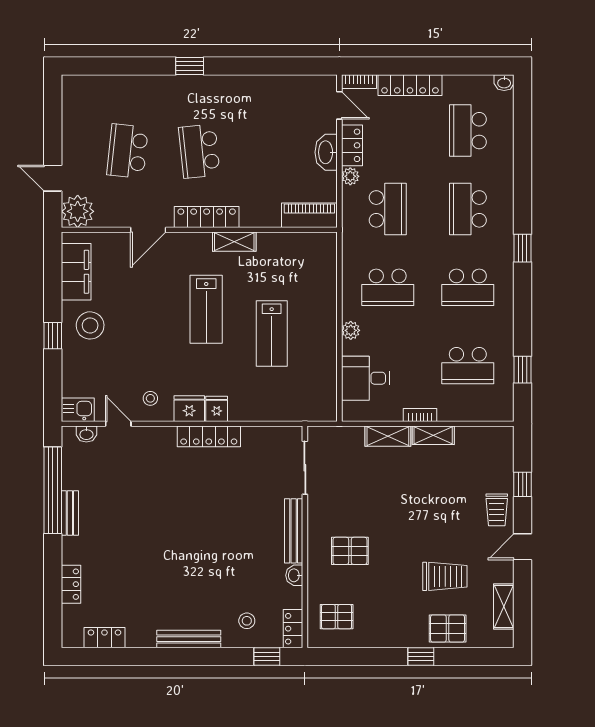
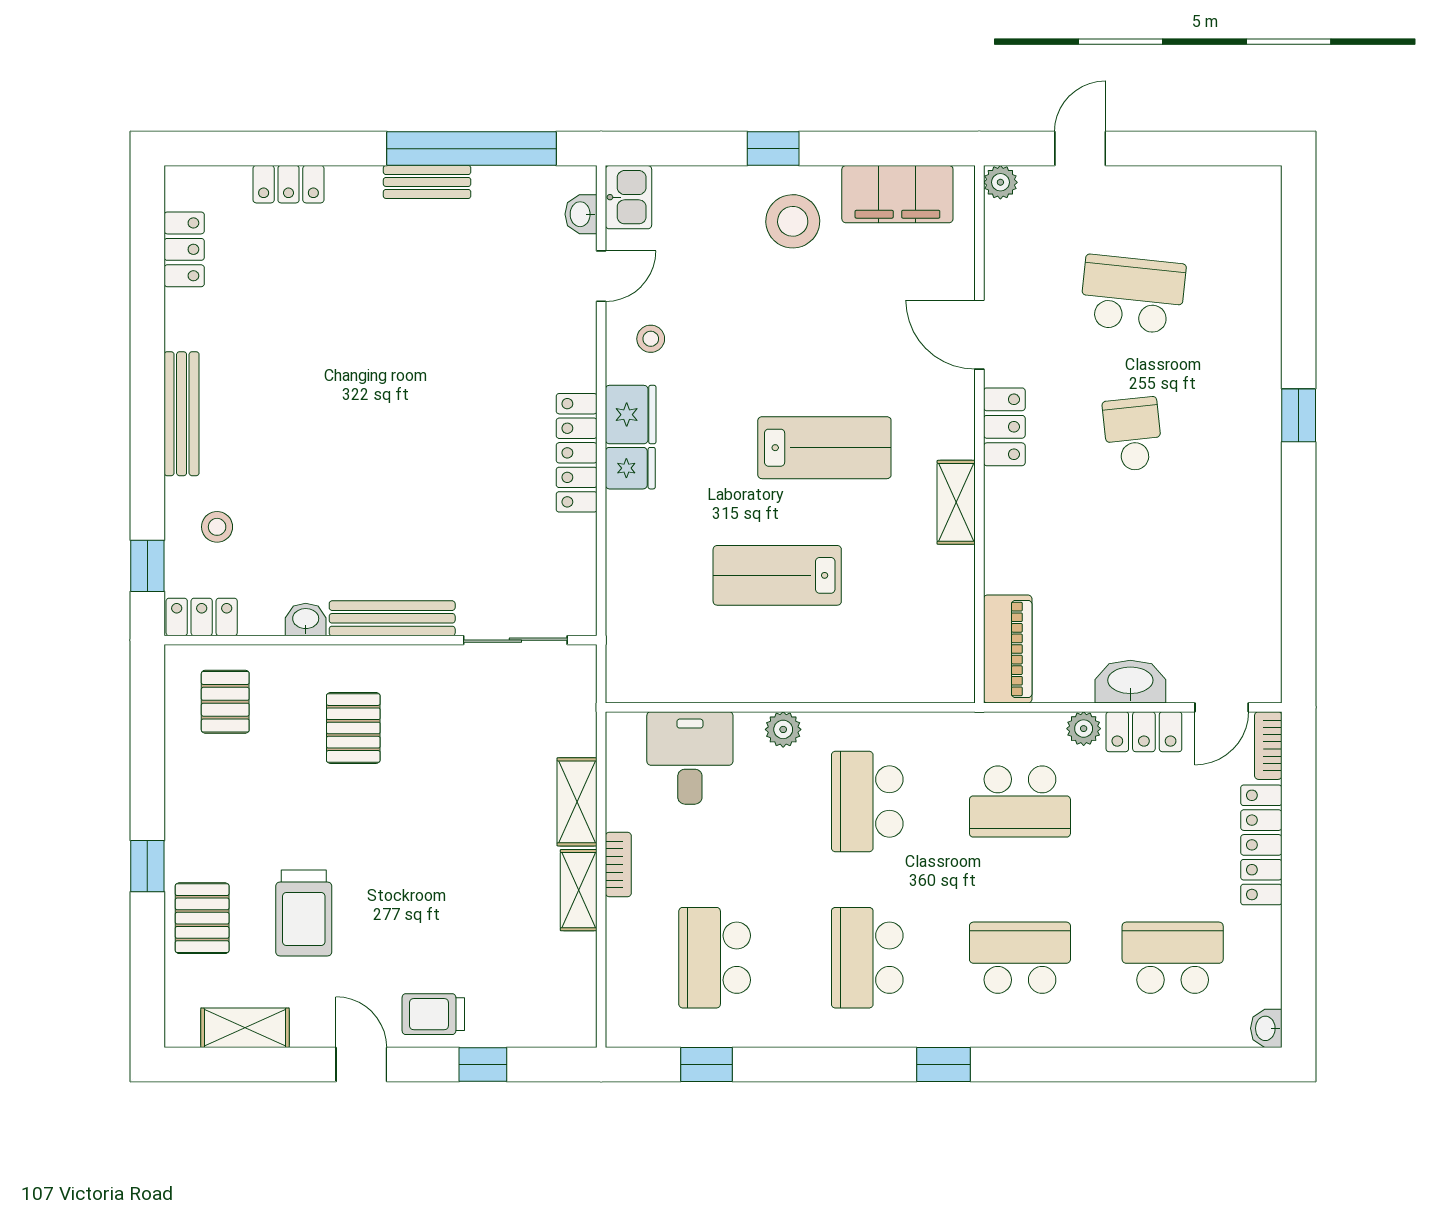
school desk: (199, 151) -> (1133, 434), width x0.54
plant: (78, 211) -> (1000, 182), width x0.53, depth x0.53
locker: (207, 217) -> (1004, 427), width x0.66
lab bench: (206, 309) -> (824, 448), turned 180

